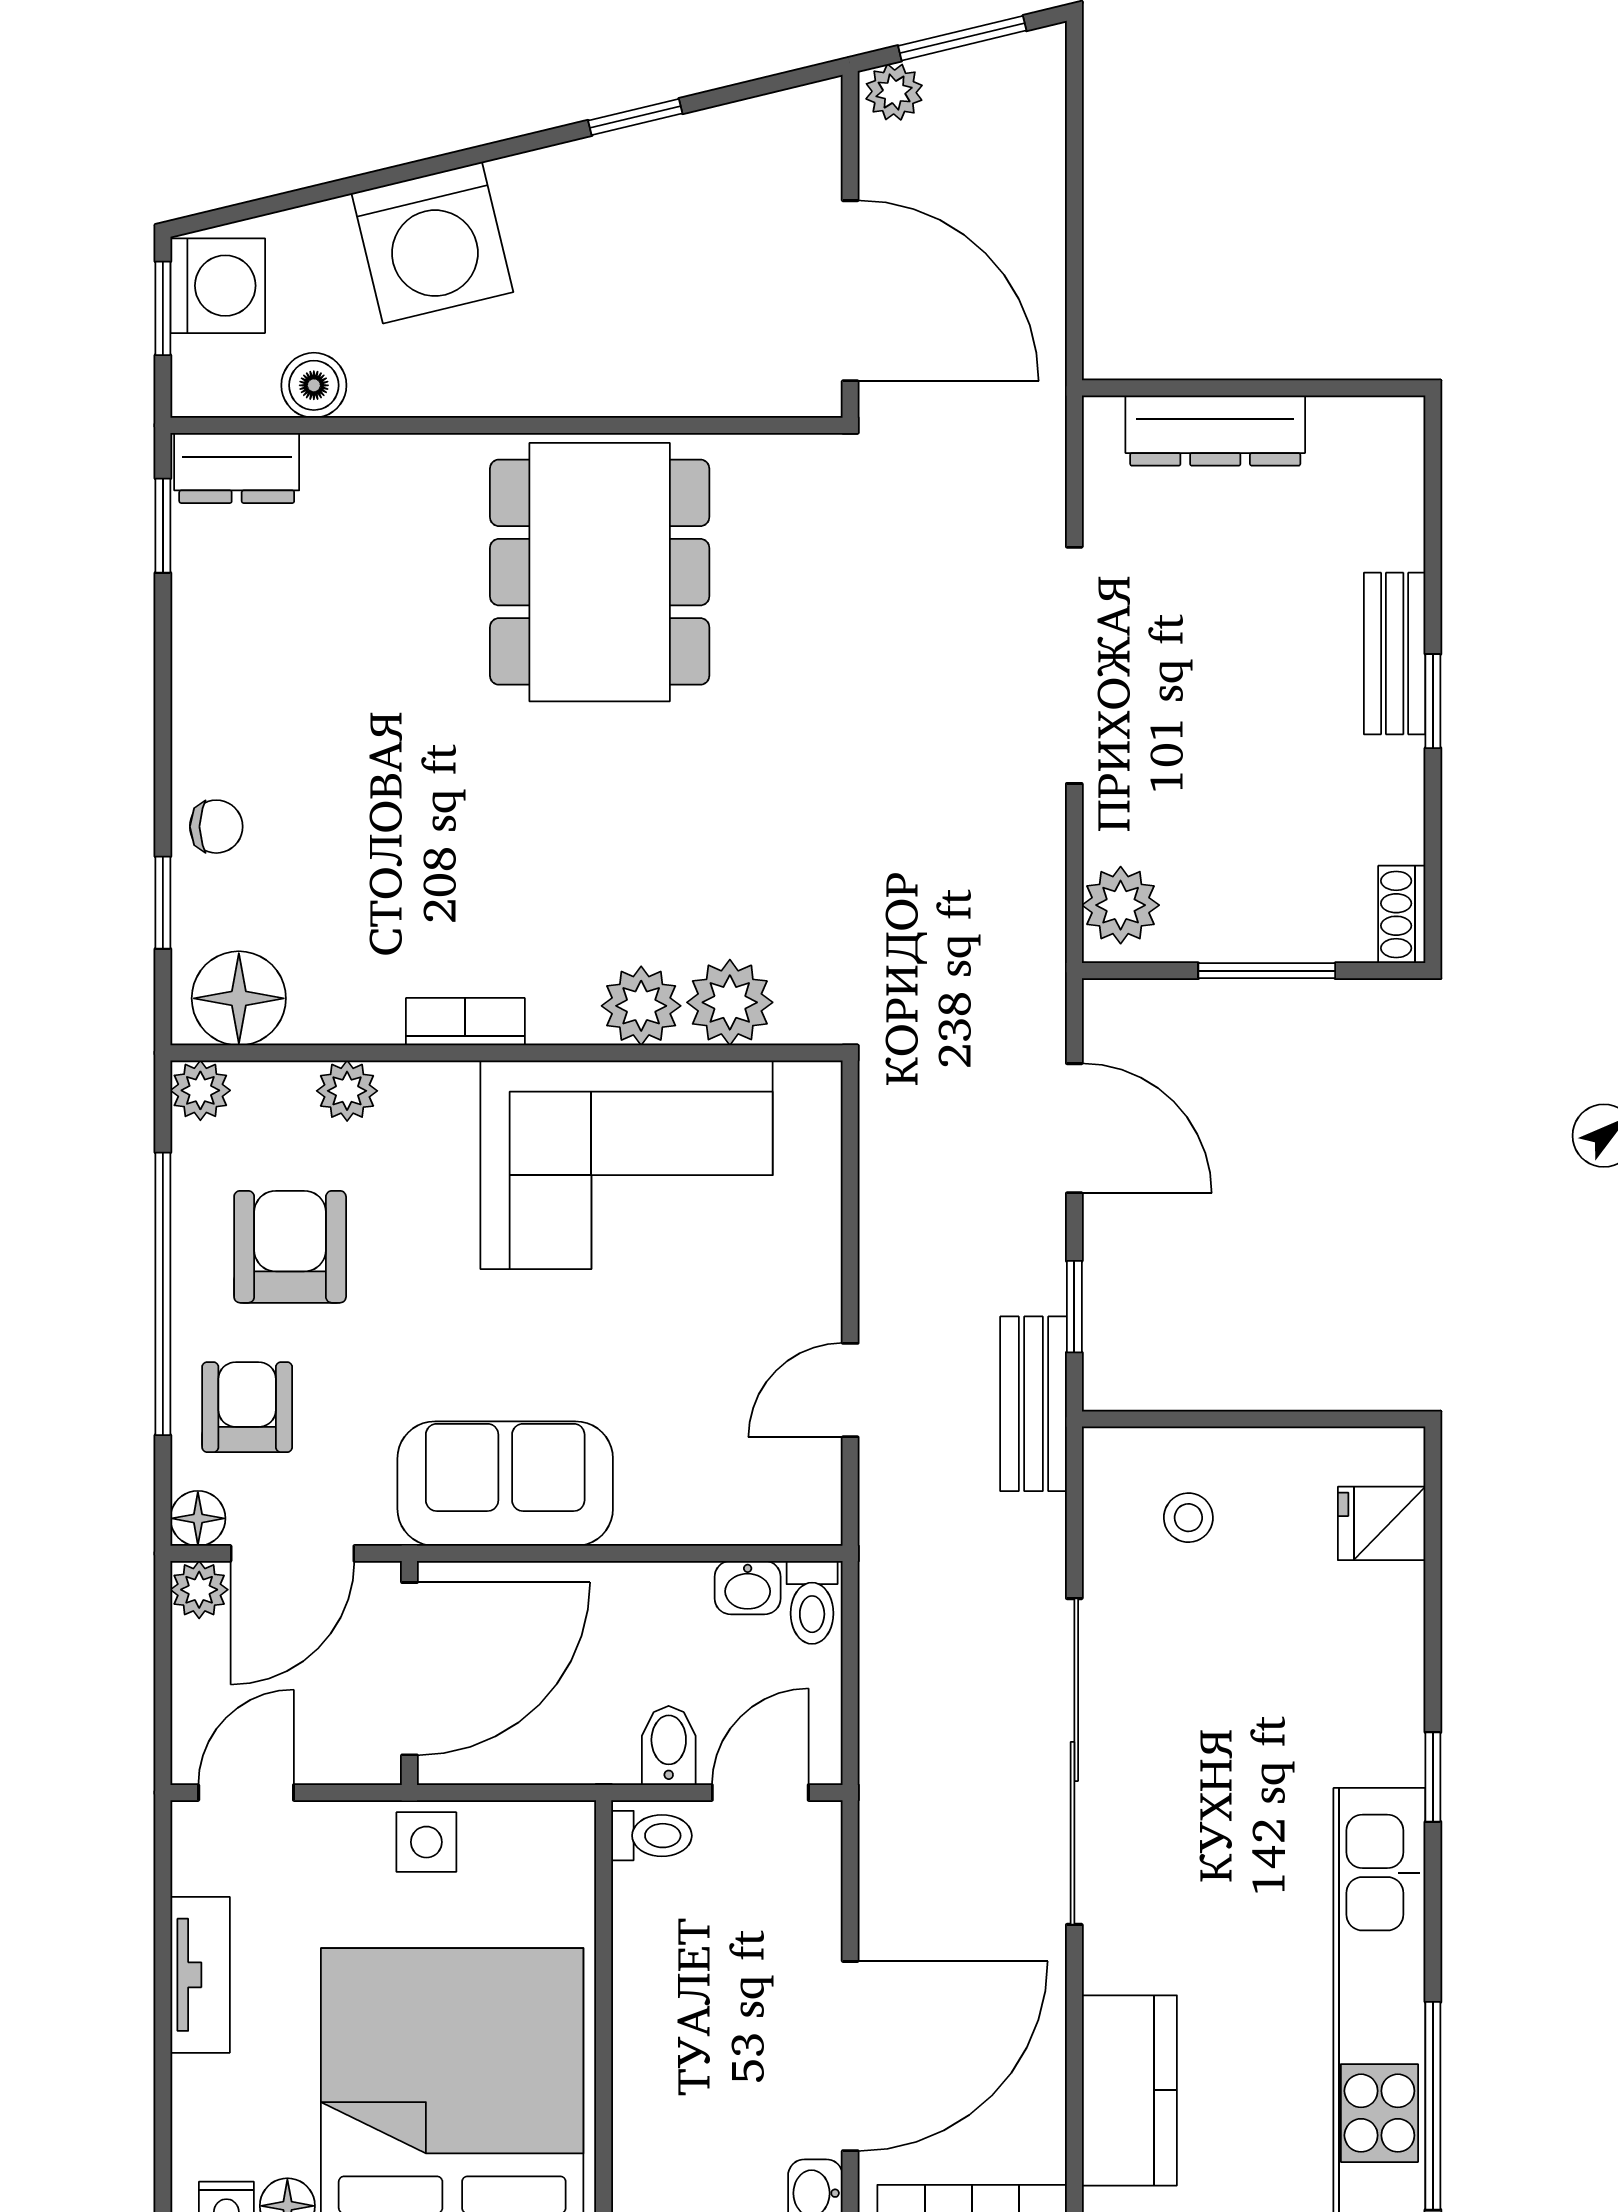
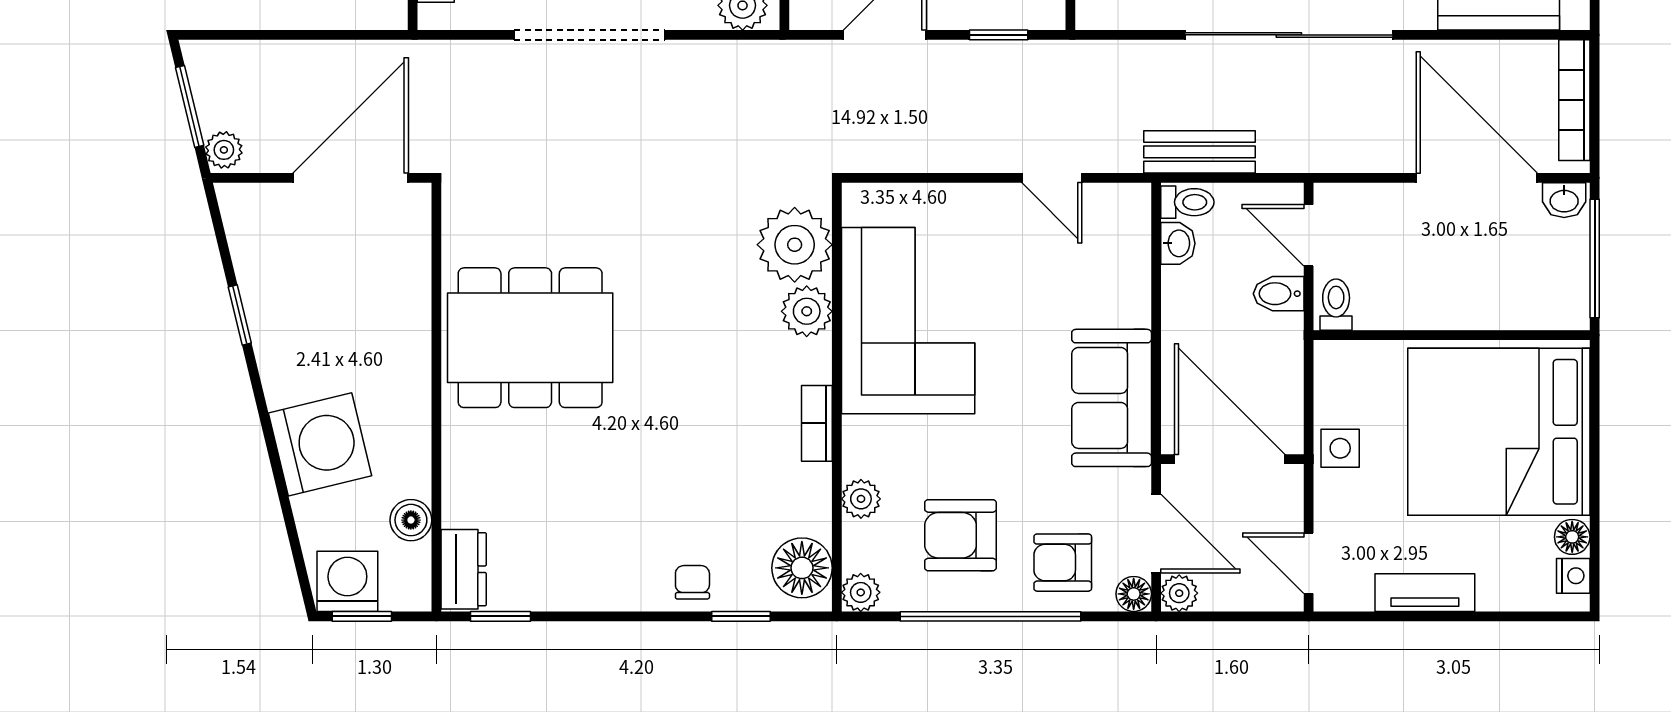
plant: (730, 1002) -> (795, 245), width x1.36, depth x1.36
bench: (1034, 1404) -> (1199, 152), moved

